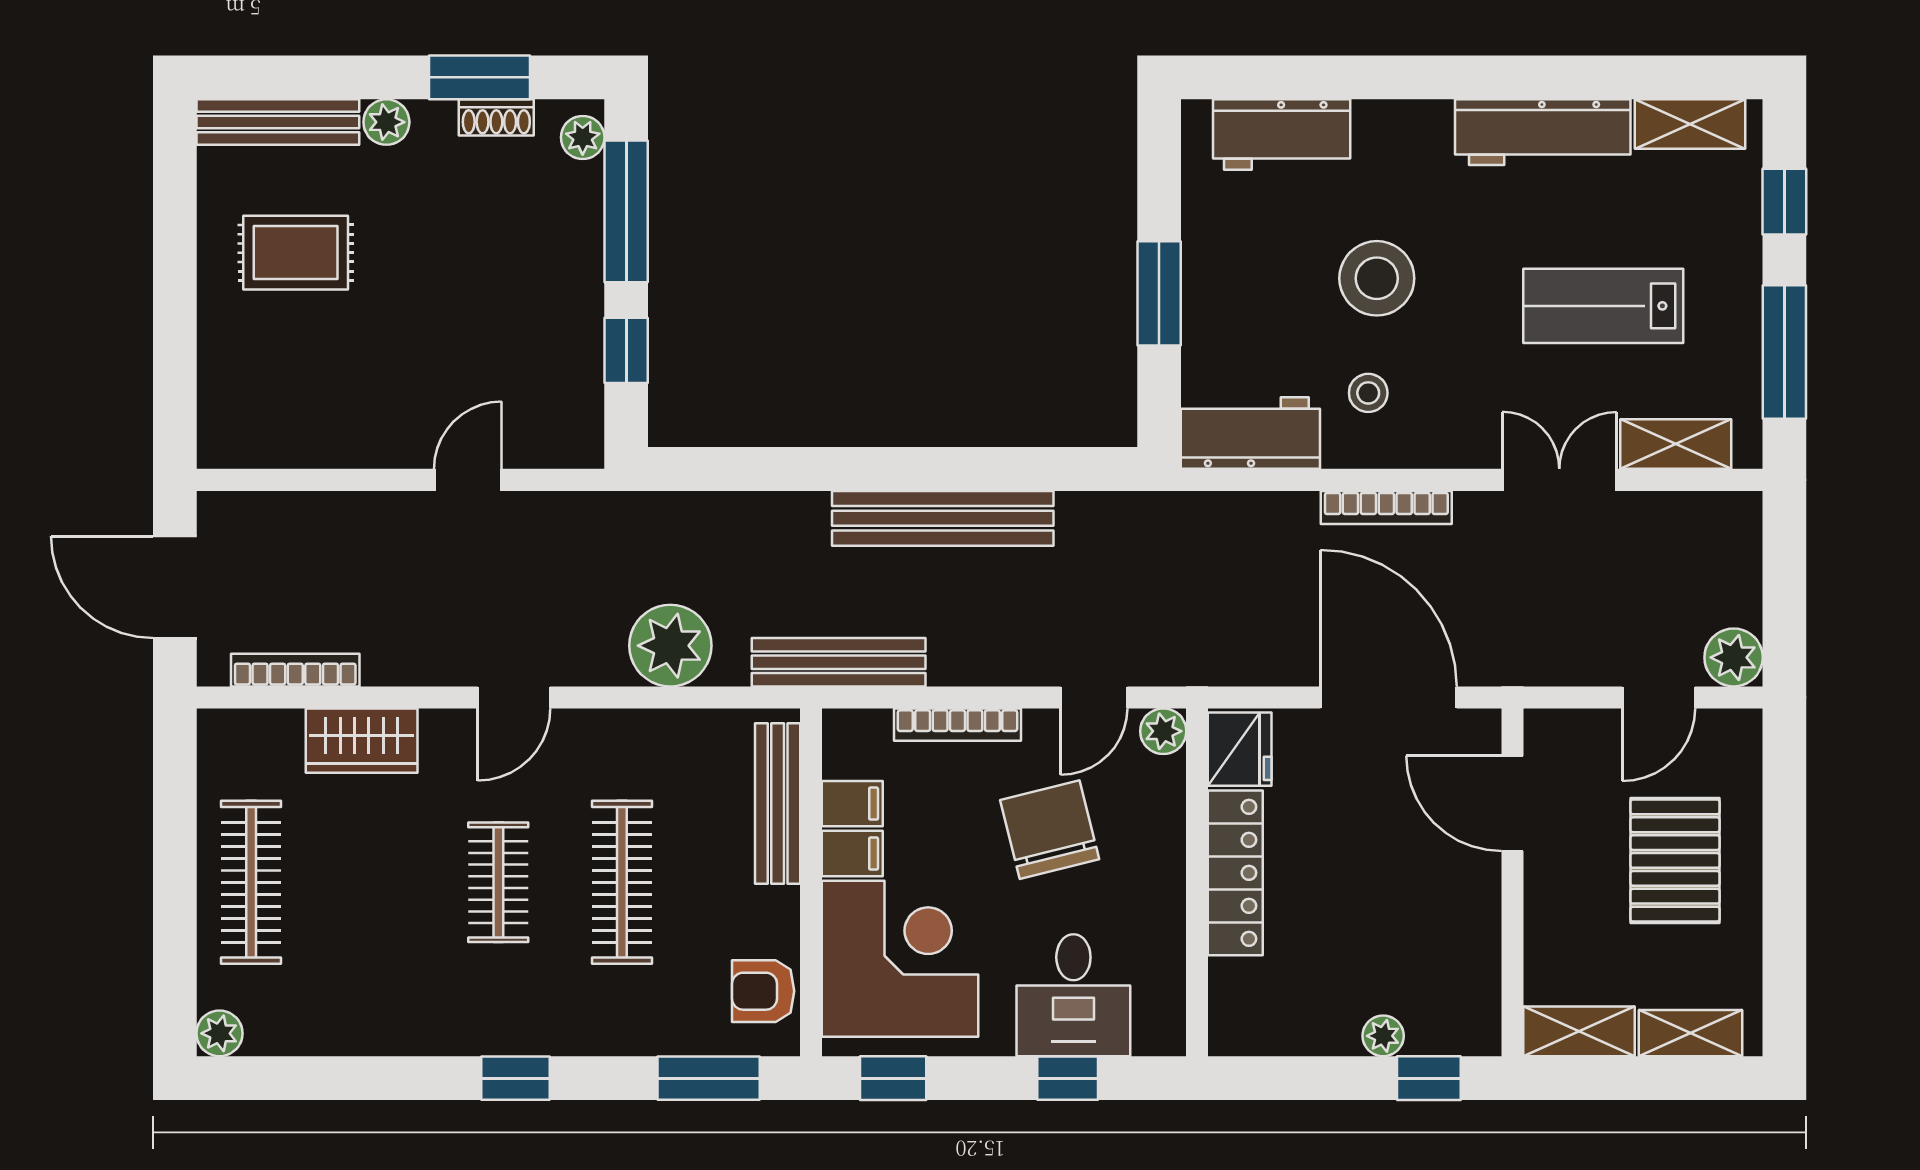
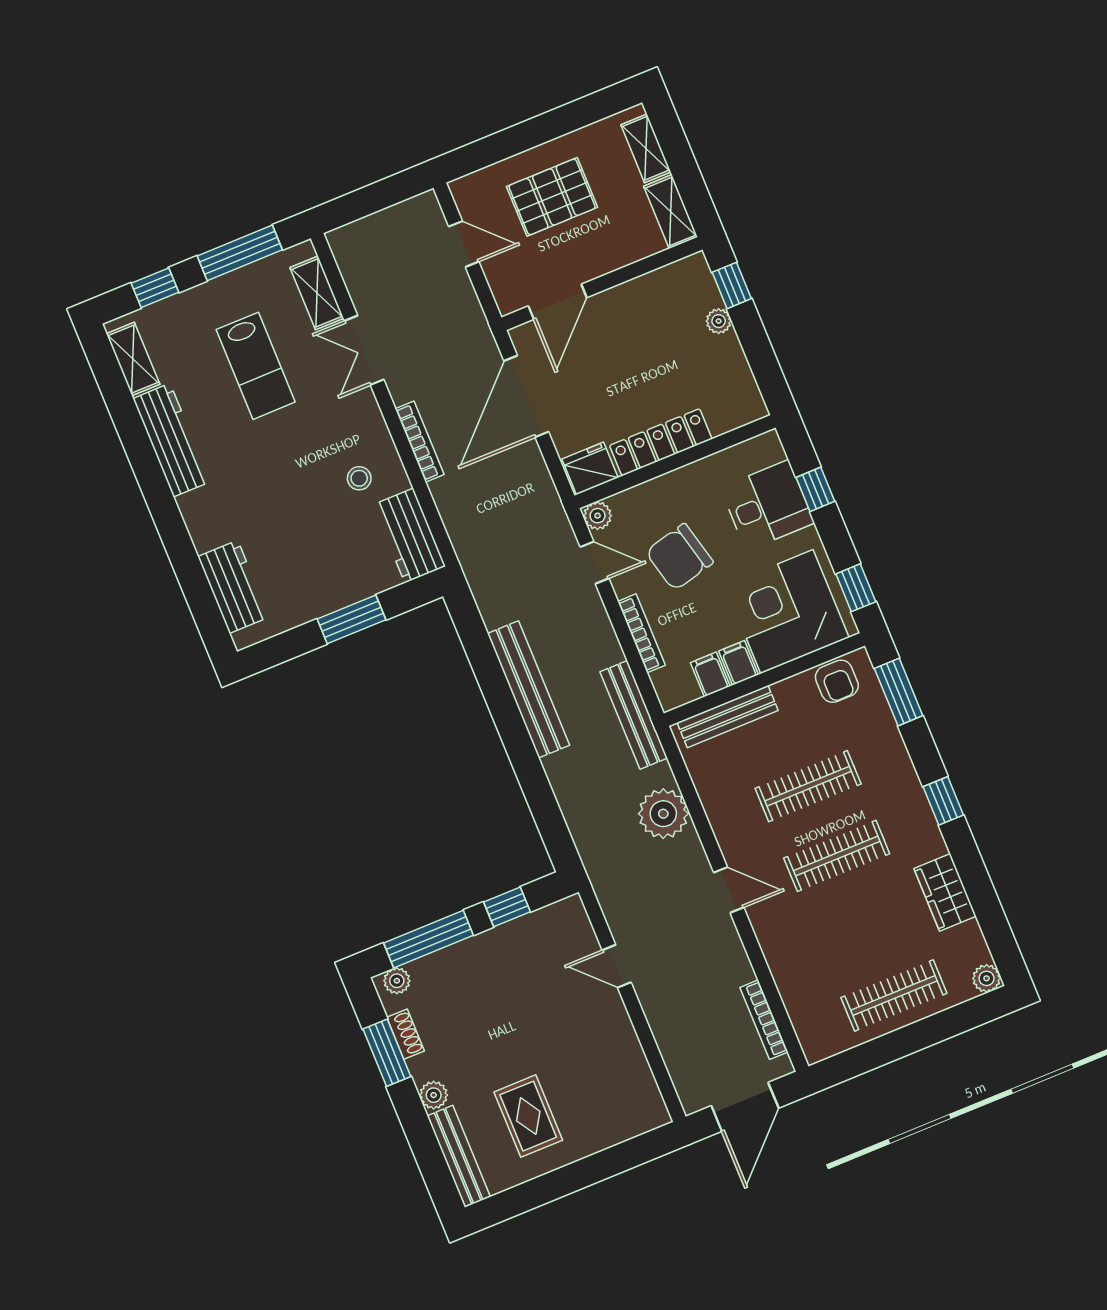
stool: (1377, 278) -> (293, 500), removed
plant: (1734, 657) -> (424, 211), removed
wardrobe: (362, 741) -> (945, 892), moved, turned 180
clothes rail: (498, 882) -> (837, 856), width x1.36

